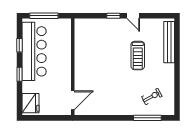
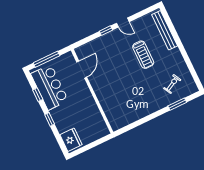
bar counter: (34, 51) -> (49, 87), width x0.73
door: (73, 100) -> (82, 70), moved
window: (147, 118) -> (177, 104), width x0.69

